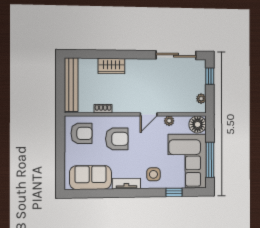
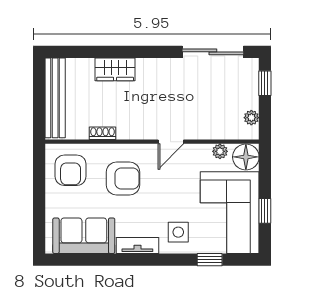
plant: (169, 121) -> (220, 151), moved
armchair: (82, 133) -> (71, 170), turned 90
window: (210, 160) -> (265, 211), width x0.46

